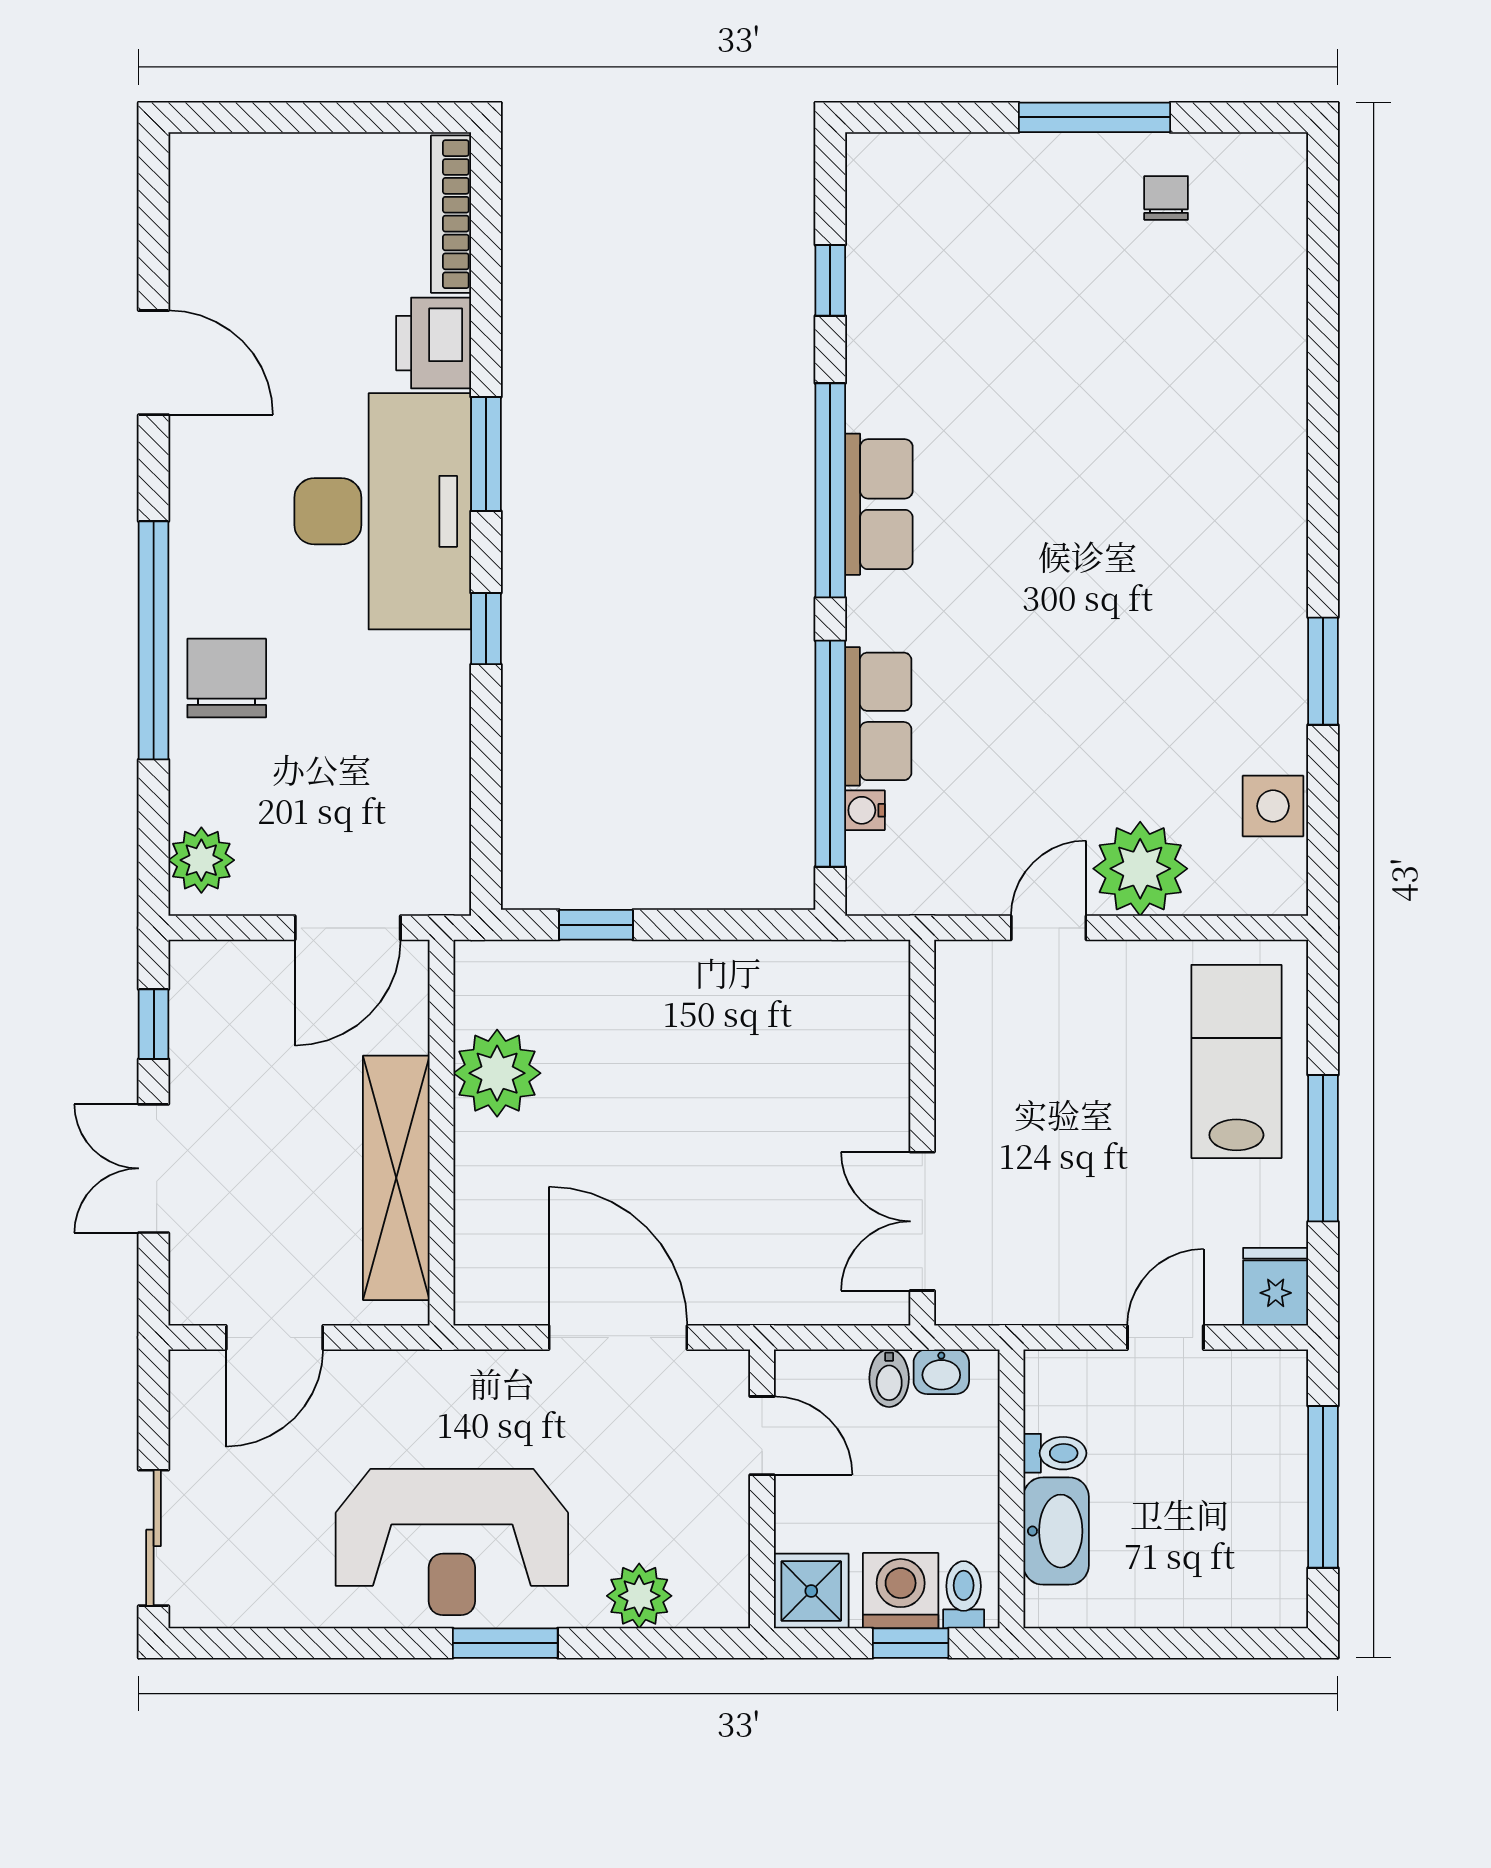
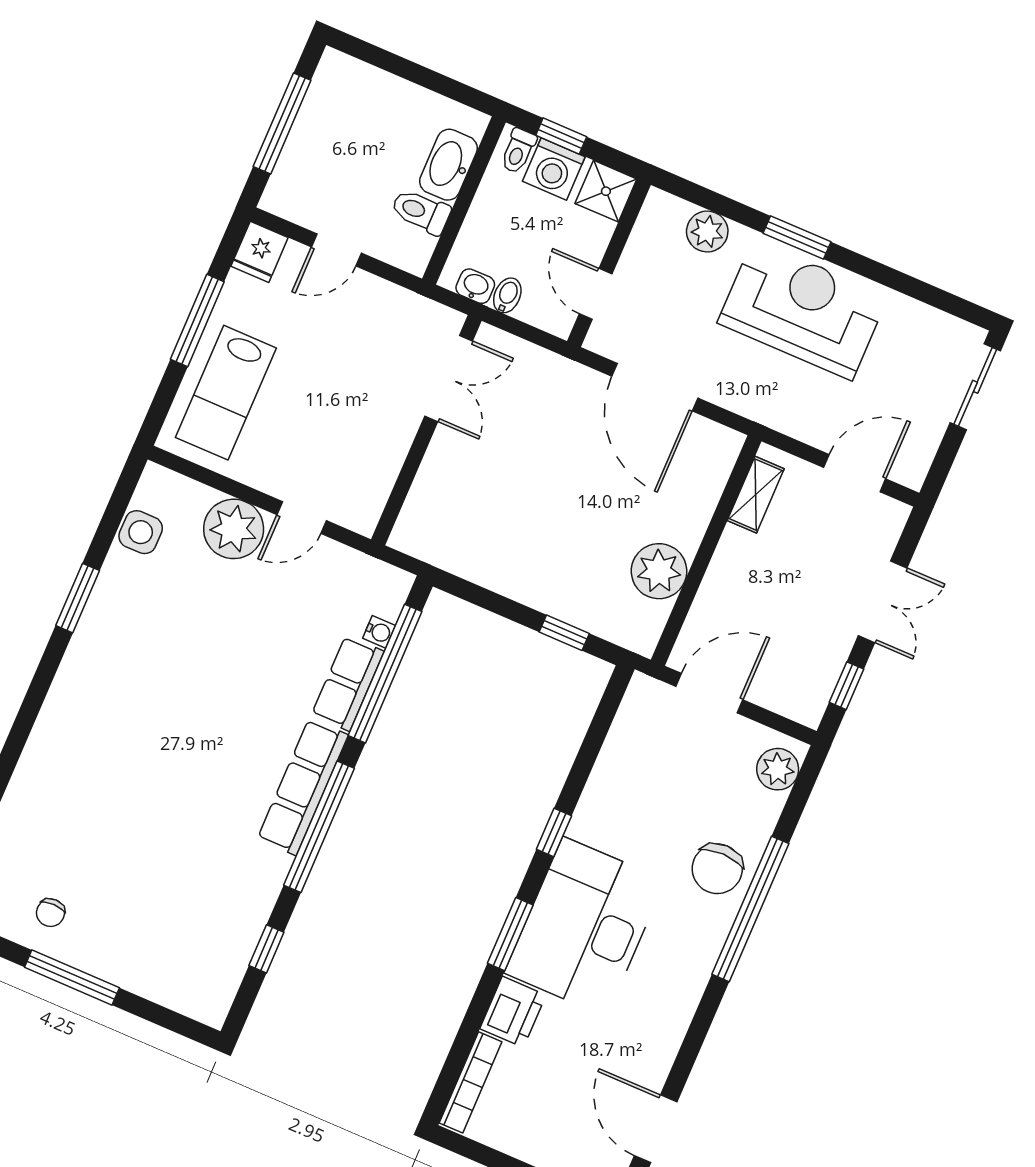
door: (154, 363) -> (656, 1129), moved
row of seats: (879, 504) -> (303, 787), width x1.48
shelving: (396, 1178) -> (756, 495), width x0.45, depth x0.75
toilet: (1055, 1453) -> (421, 211), width x1.37, depth x1.39

